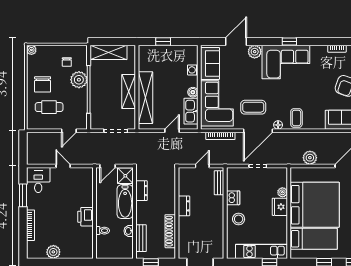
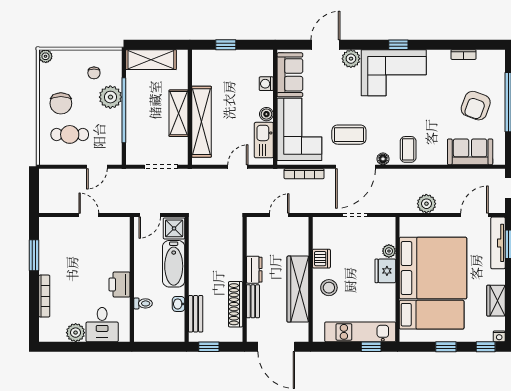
desk: (38, 180) -> (102, 325), moved, turned 180
bench: (219, 183) -> (253, 301), moved
dresser: (142, 191) -> (196, 249), removed
wardrobe: (216, 220) -> (298, 289), added

